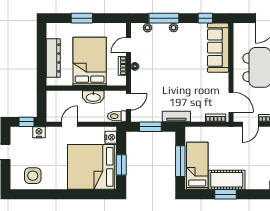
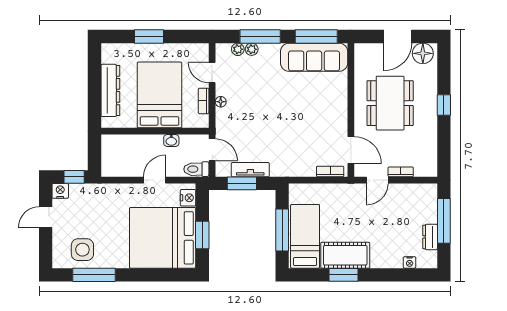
window: (205, 18) -> (316, 36), width x2.17
plant: (174, 28) -> (252, 49), moved
door: (128, 45) -> (212, 73), hinge flipped
sofa: (218, 48) -> (314, 57), moved, turned -90
washbasin: (93, 97) -> (171, 141), width x0.52, depth x0.69
door: (128, 102) -> (212, 150), hinge flipped
tv unit: (176, 117) -> (250, 170), moved
door: (70, 124) -> (155, 180), moved
nightstand: (39, 132) -> (60, 191), moved
window: (41, 194) -> (94, 275), added

